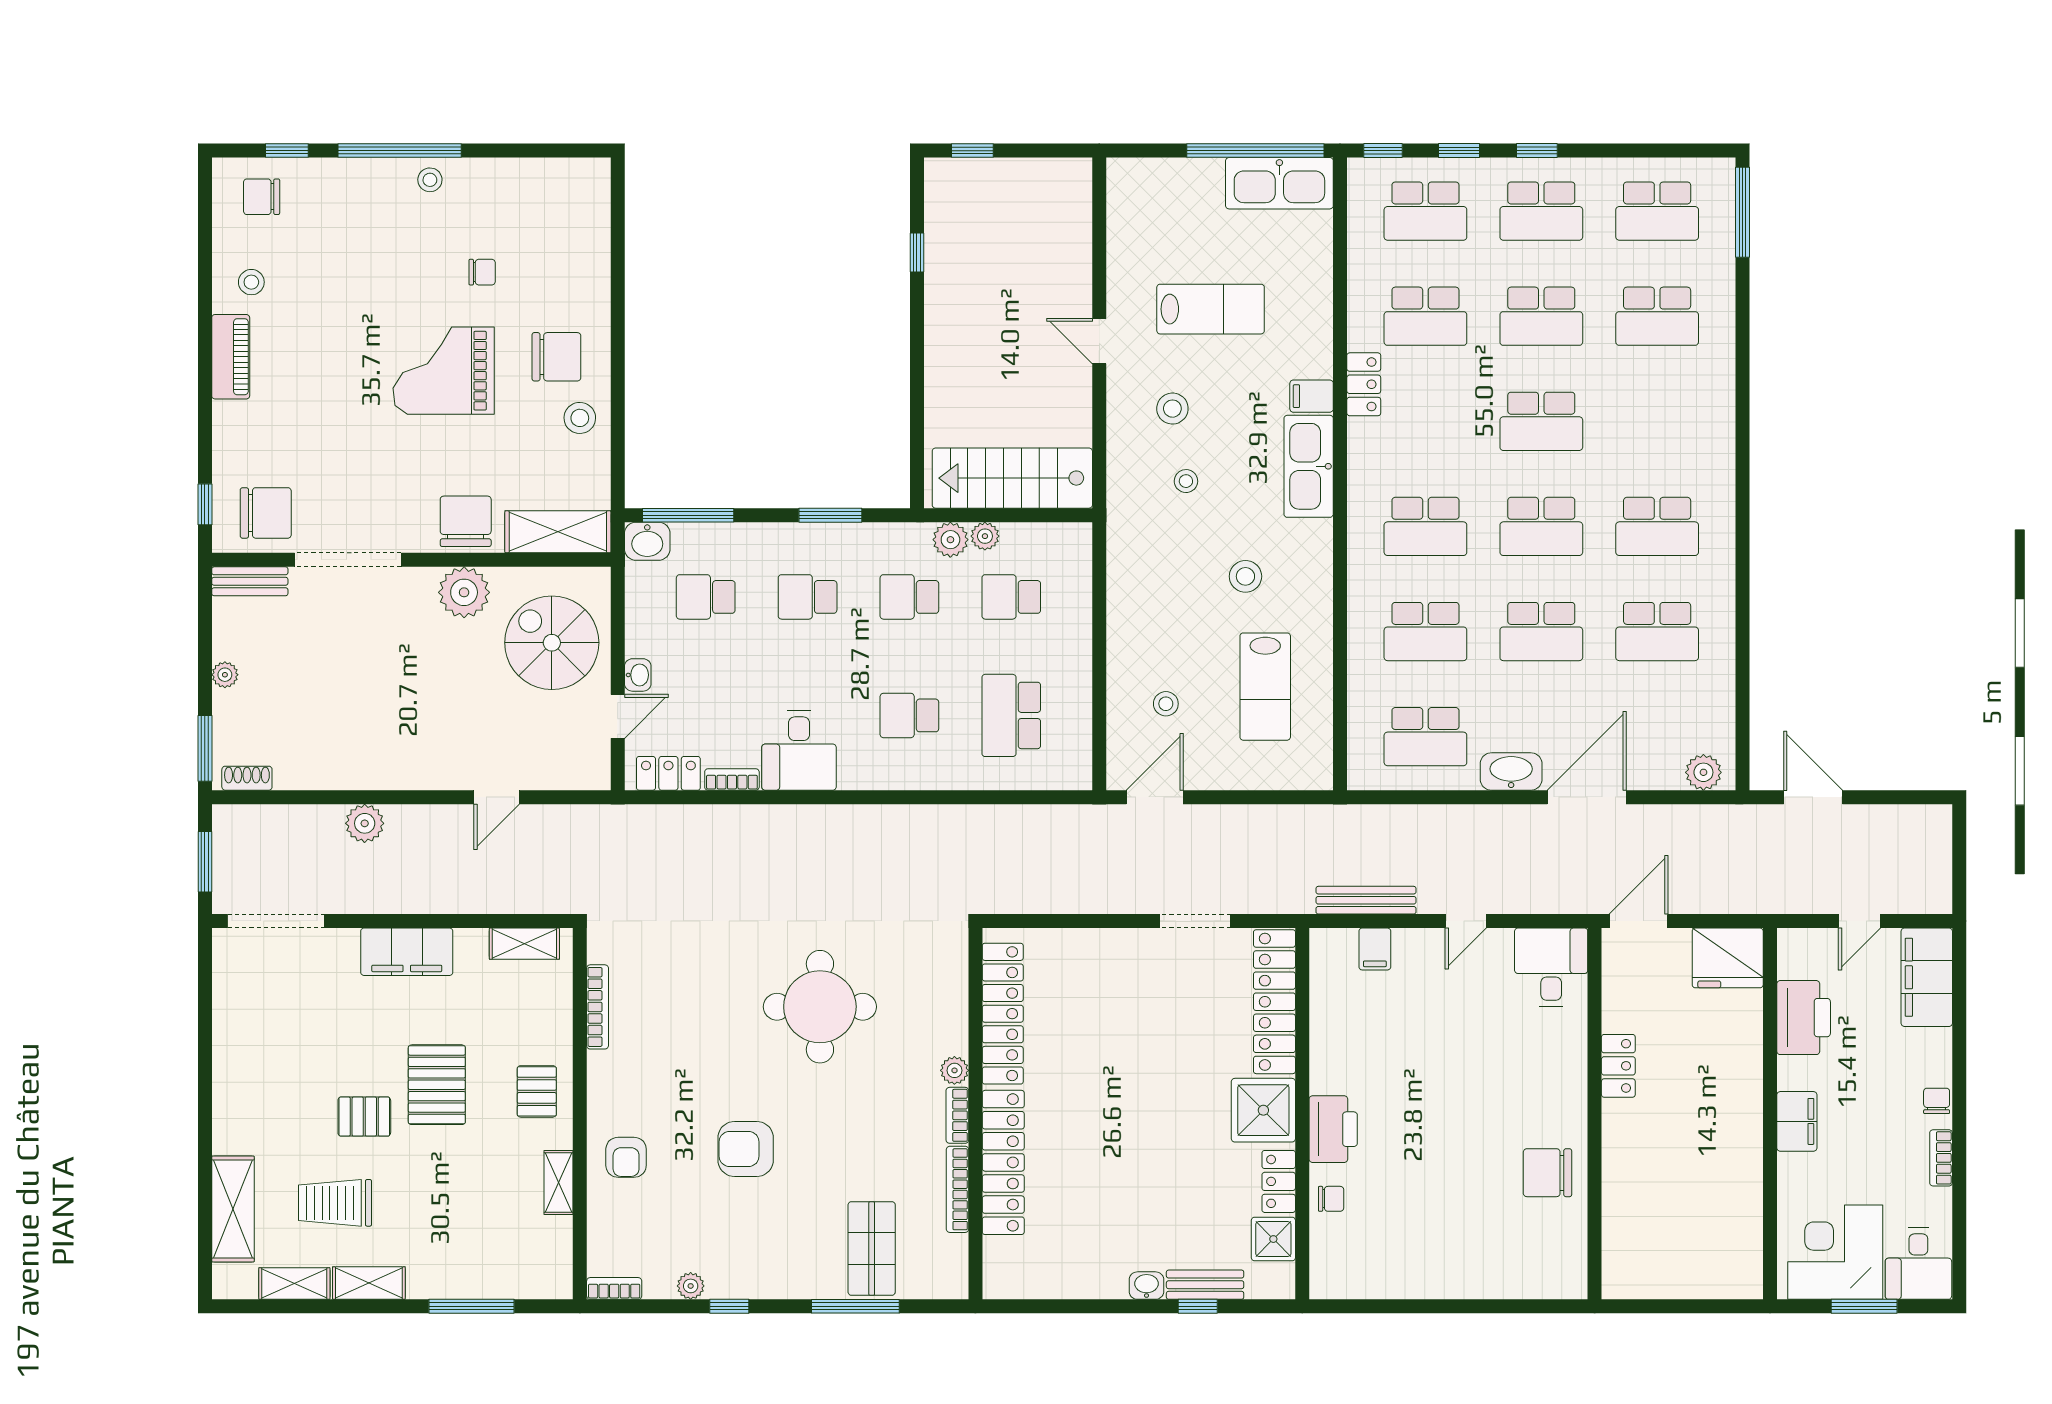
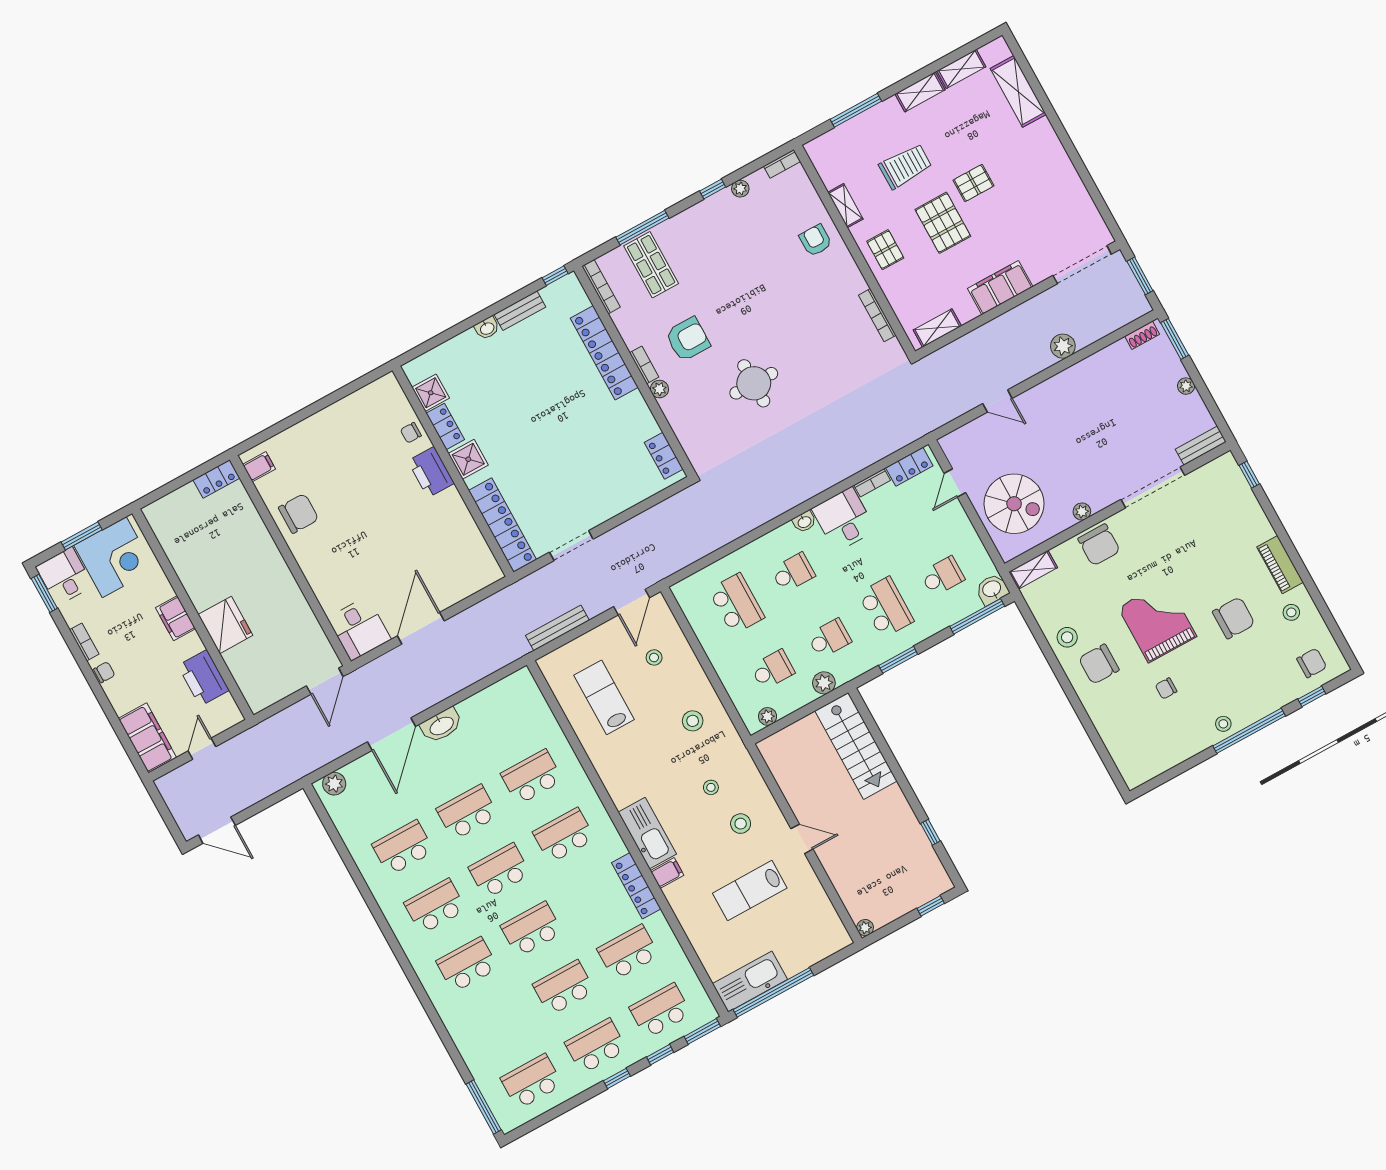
window: (1383, 151) -> (702, 1031), width x1.50
plant: (1079, 170) -> (865, 928), added
school desk: (1657, 316) -> (467, 965), moved
grand piano: (444, 371) -> (1157, 622), turned -90
locker: (1364, 384) -> (636, 886), width x1.53
stairs: (1012, 478) -> (856, 746), moved, turned 90
chair: (266, 513) -> (1234, 618), moved, turned 180
shelving: (558, 532) -> (1033, 570), width x0.67, depth x0.75
plant: (985, 536) -> (768, 716), moved
stool: (1245, 576) -> (693, 721), moved
plant: (464, 592) -> (1082, 512), width x0.53, depth x0.53
school desk: (808, 597) -> (886, 607), width x1.85
washbasin: (638, 675) -> (804, 522), moved, turned -90
school desk: (1425, 737) -> (500, 719), removed
door: (497, 797) -> (997, 401), swing flipped
door: (1813, 797) -> (217, 830), moved
bench: (1366, 900) -> (557, 628), moved
door: (1466, 921) -> (421, 628), width x1.88
filing cabinet: (1375, 949) -> (259, 467), moved, turned 90
fridge: (1728, 958) -> (225, 625), moved, turned 90
round table: (820, 1007) -> (754, 383), width x0.73, depth x0.73
locker: (1003, 1014) -> (664, 456), width x0.46, depth x0.83
locker: (1618, 1066) -> (216, 479), moved, turned -90
chair: (1937, 1101) -> (104, 672), turned -90
shower: (1263, 1110) -> (468, 459), width x0.73, depth x0.73
armchair: (746, 1149) -> (688, 339), moved
bookcase: (957, 1189) -> (601, 287), moved
trolley: (335, 1203) -> (905, 166), moved
window: (1959, 1255) -> (44, 593), added
bench: (1205, 1285) -> (520, 311), moved
window: (1198, 1306) -> (555, 276), moved

